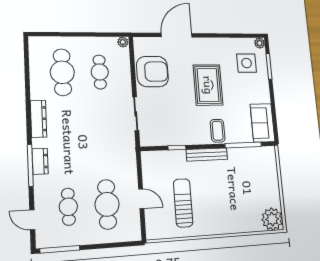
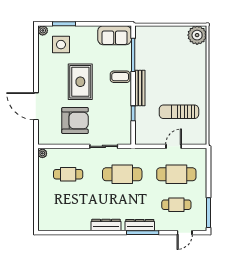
cafe table: (62, 72) -> (122, 174), moved
armchair: (152, 72) -> (75, 121), moved, turned 90
rug: (208, 85) -> (80, 82), turned 90
dresser: (40, 161) -> (140, 225), width x1.44

